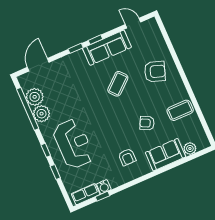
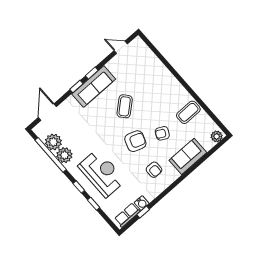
sofa: (107, 48) -> (94, 86), moved
armchair: (155, 72) -> (135, 141), moved
plant: (190, 148) -> (217, 136), moved

